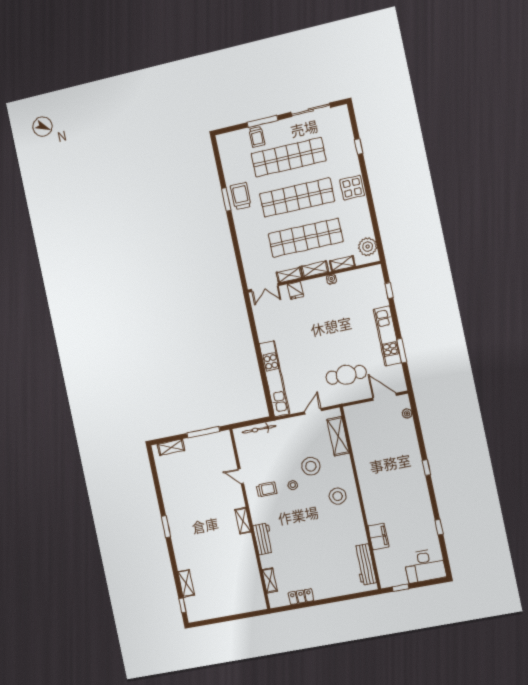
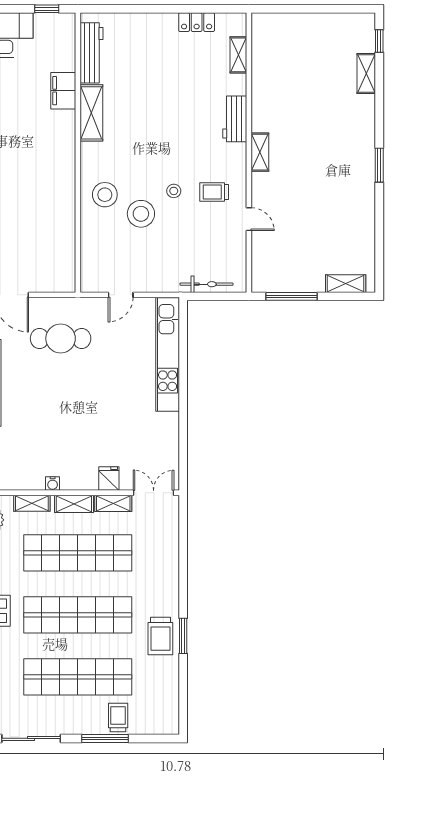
shelving: (338, 436) -> (91, 113), moved
stool: (338, 496) -> (105, 195), moved

